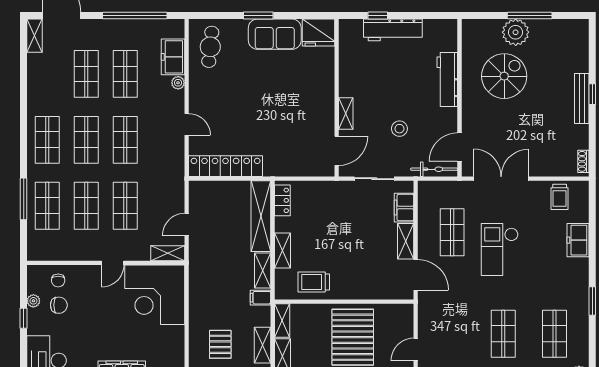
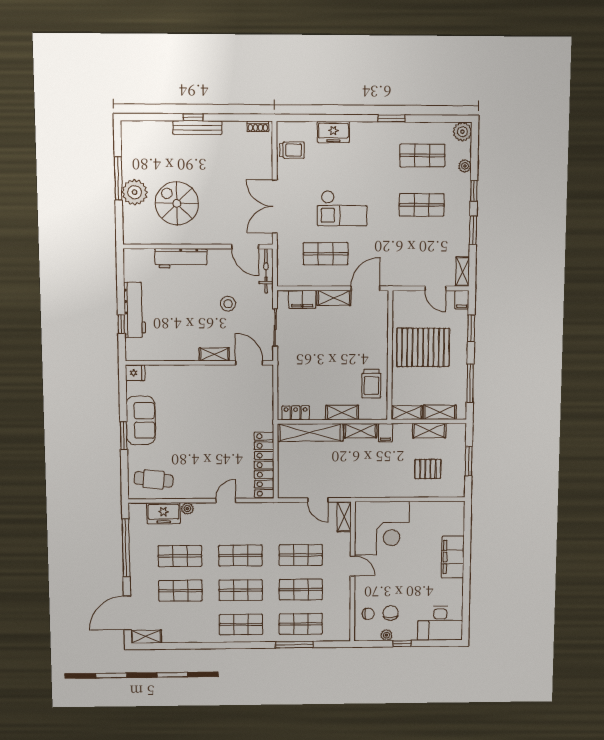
fridge: (318, 32) -> (135, 373), width x0.53, depth x0.75

